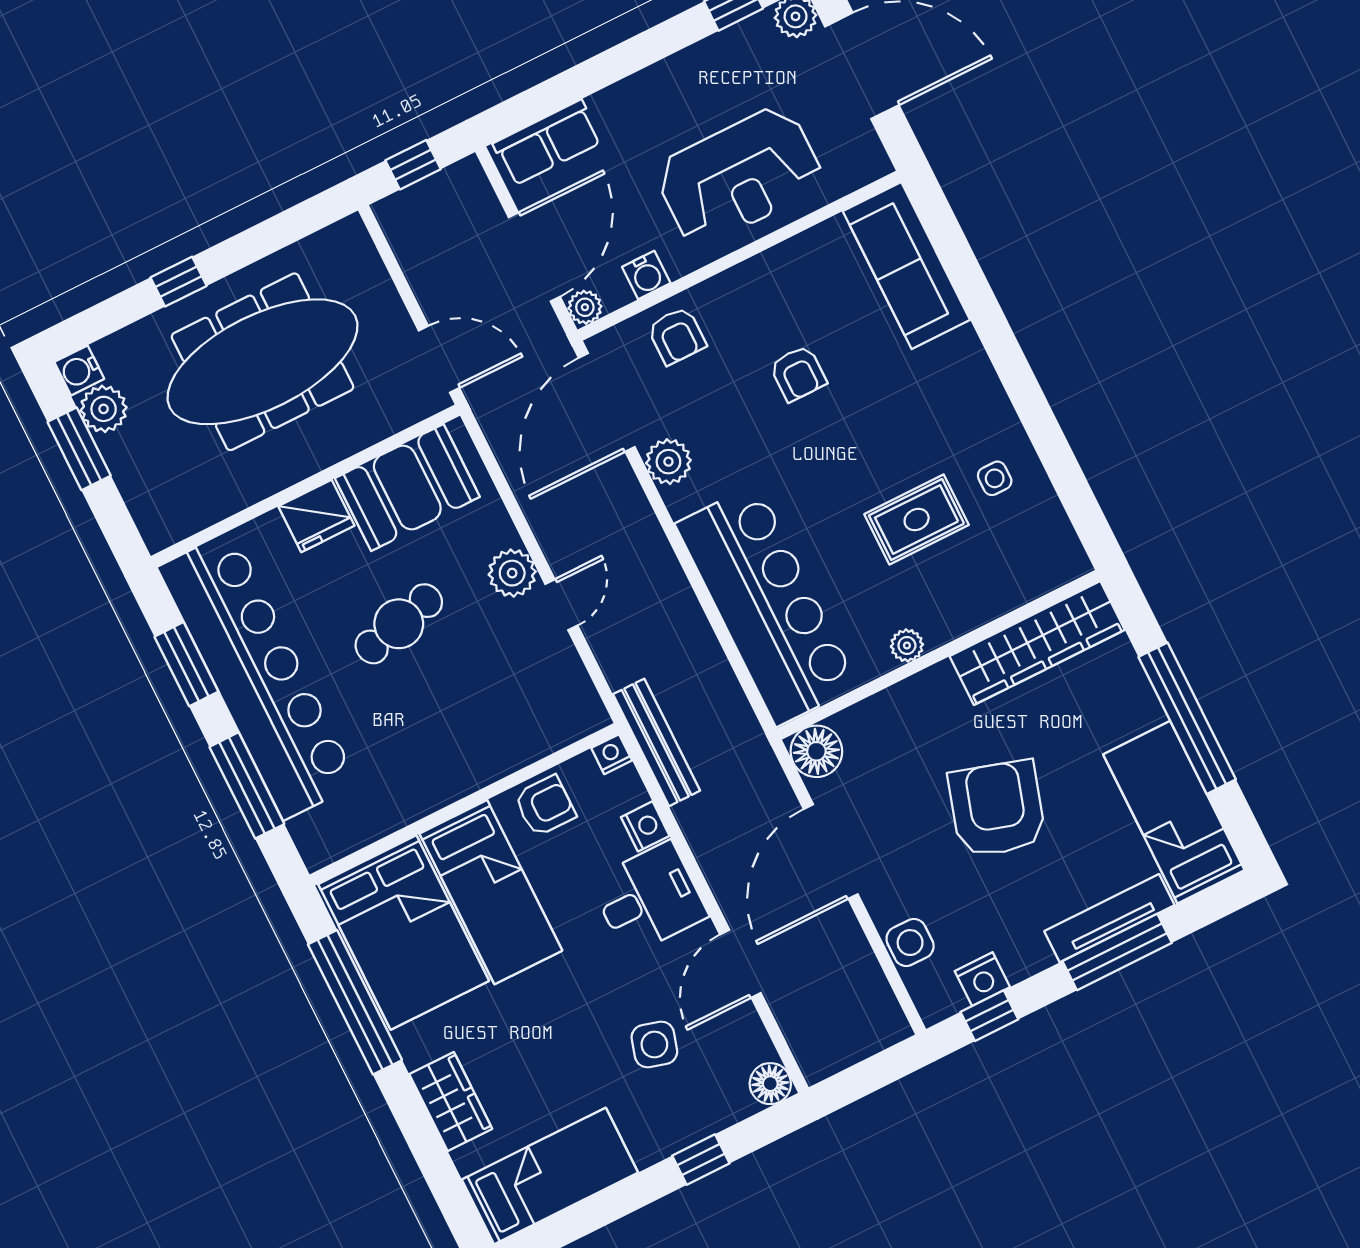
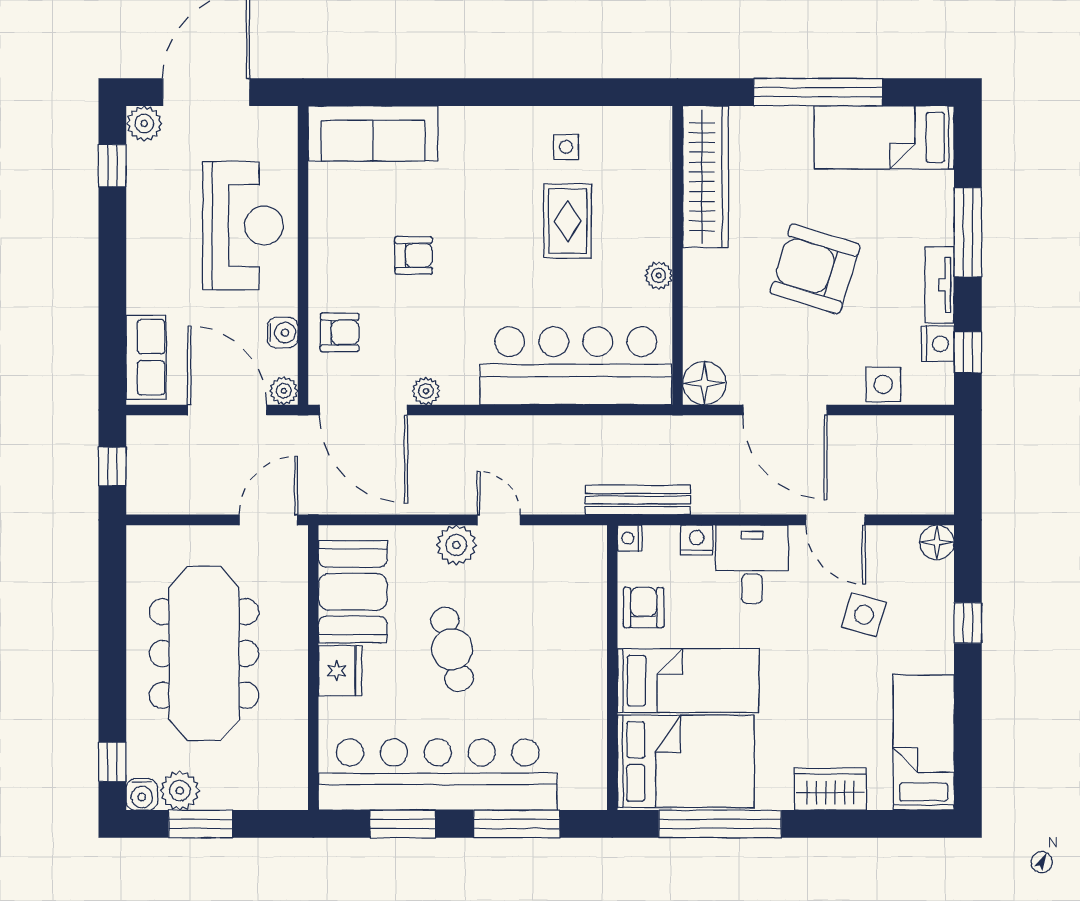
window: (179, 282) -> (112, 762), moved
plant: (668, 462) -> (426, 391), width x0.73, depth x0.73
tv unit: (1109, 918) -> (939, 285), moved, width x0.71

